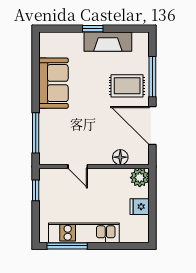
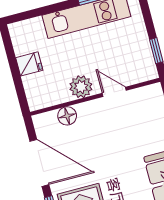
plant: (140, 178) -> (81, 87), moved

